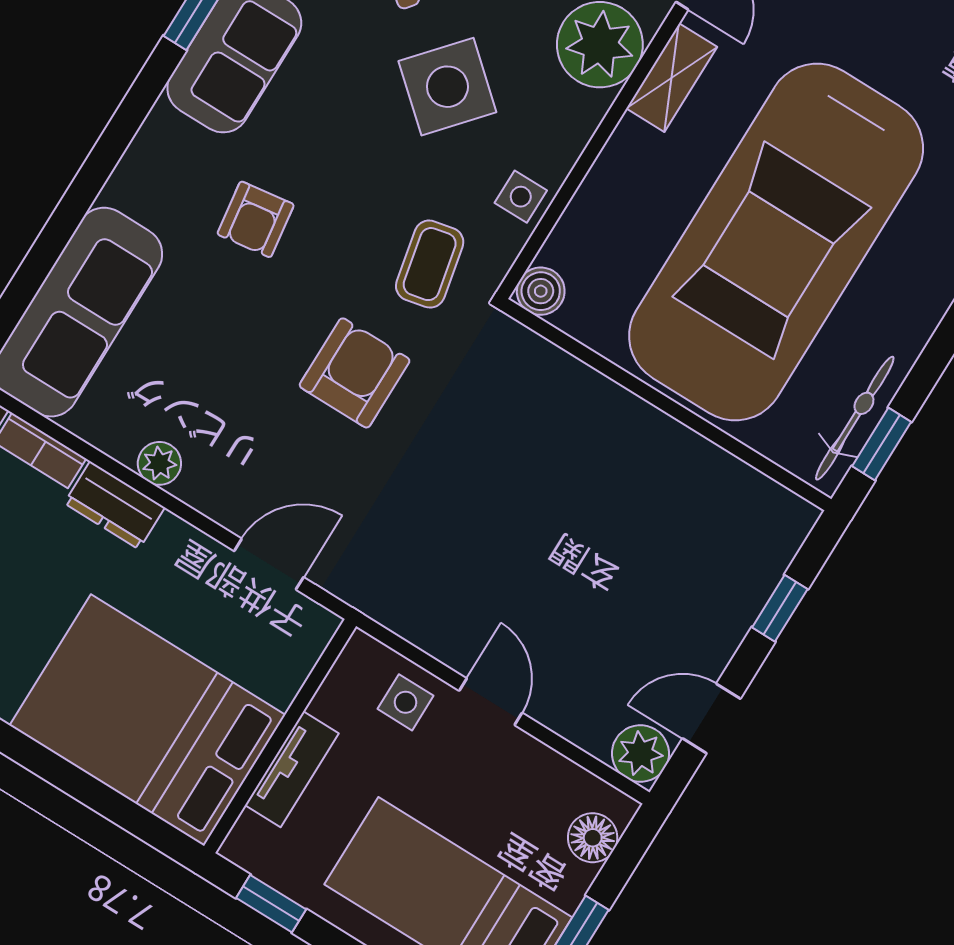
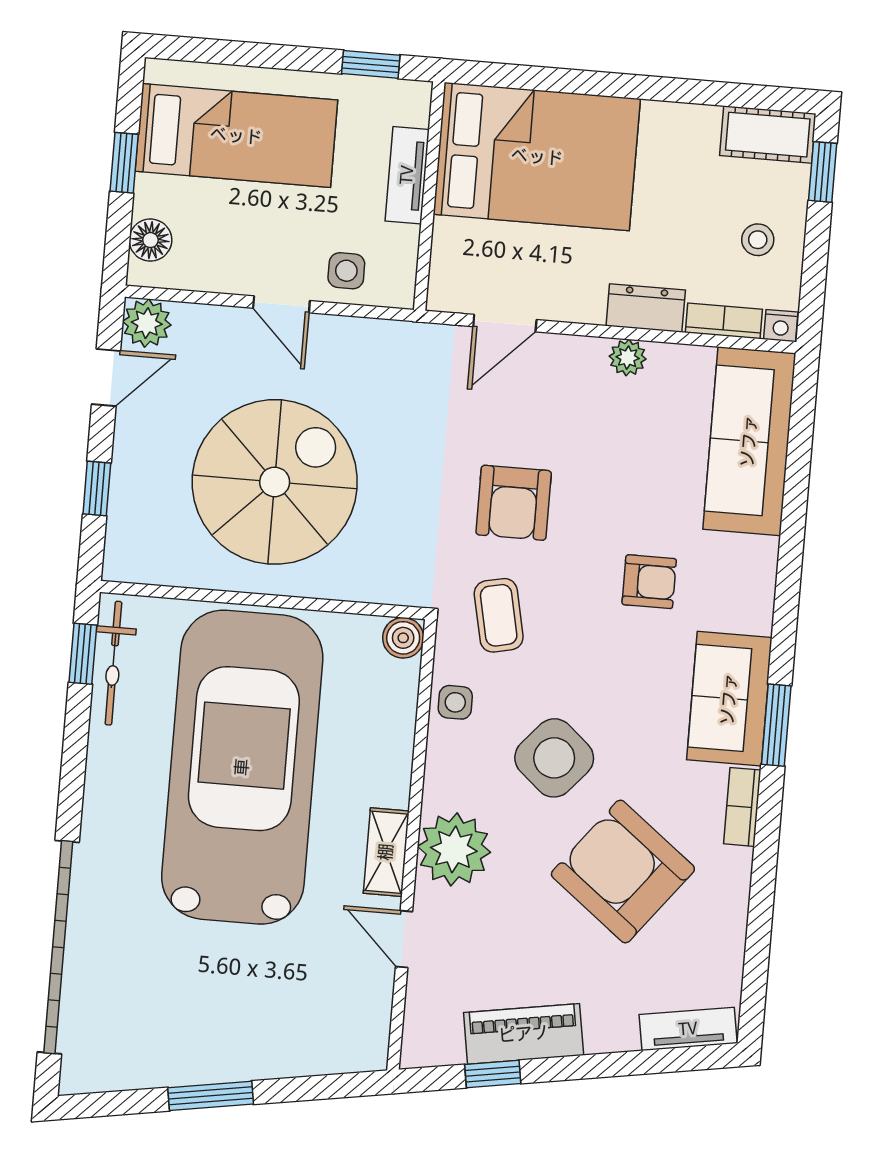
armchair: (256, 219) -> (649, 582), turned 98
spiral stairs: (592, 521) -> (275, 482), added

